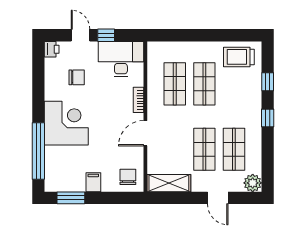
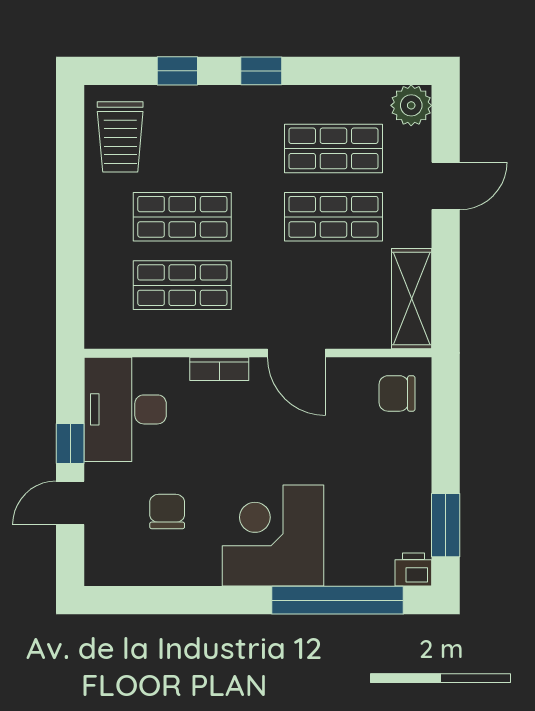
printer: (52, 49) -> (413, 570), moved
filing cabinet: (93, 182) -> (409, 473), removed

